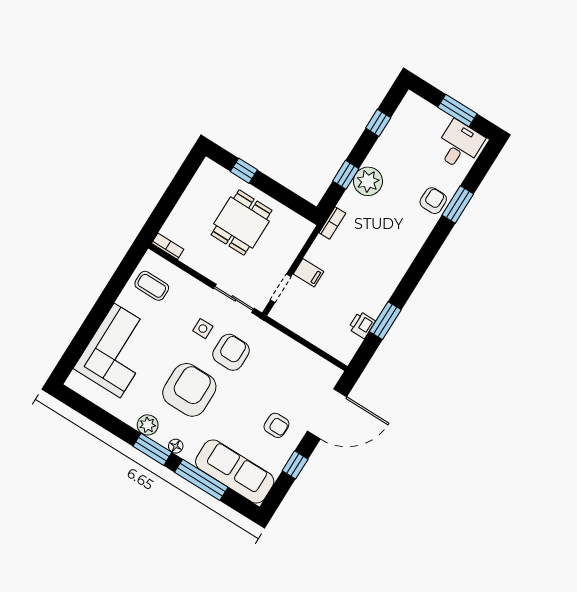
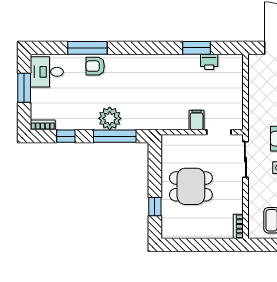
window: (346, 175) -> (115, 136), width x2.17
window: (458, 204) -> (87, 48), width x1.44
bookcase: (332, 223) -> (43, 125), moved

